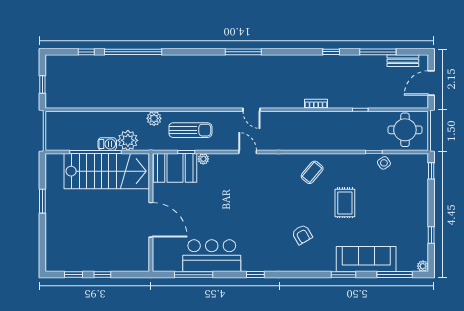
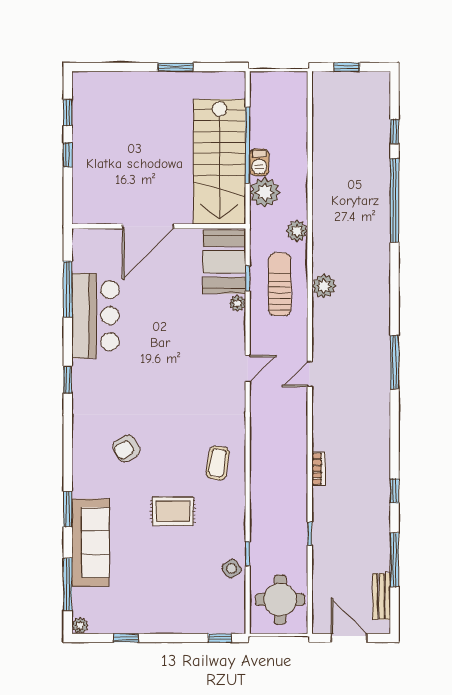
plant: (192, 100) -> (324, 286), added
sun lounger: (190, 130) -> (280, 284), turned 180
coffee table: (312, 172) -> (218, 463), turned 59

